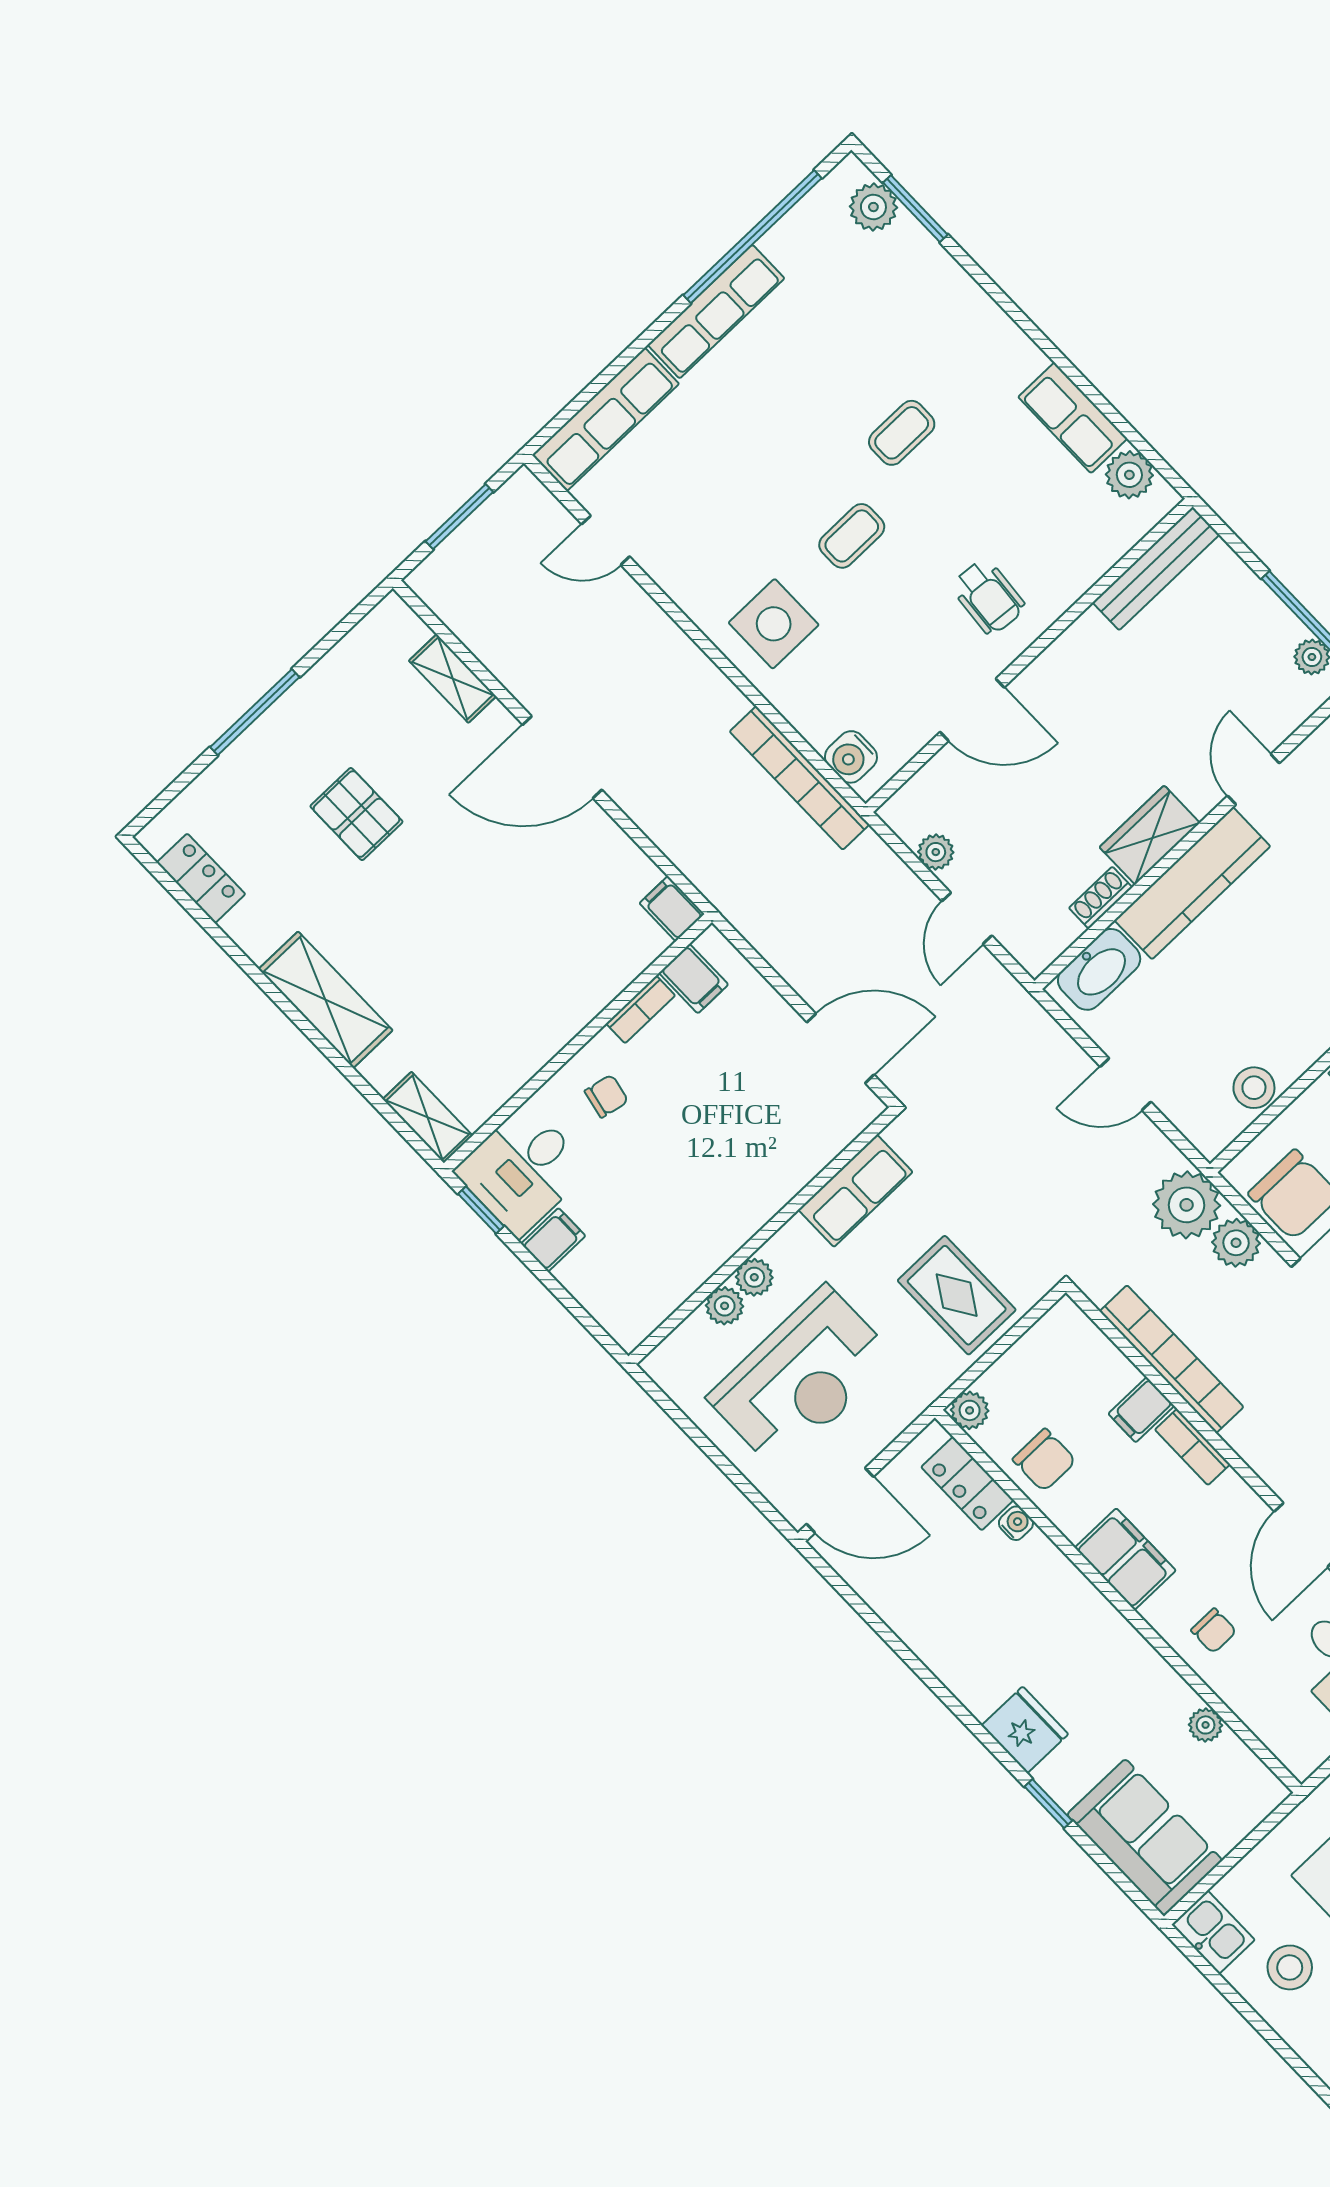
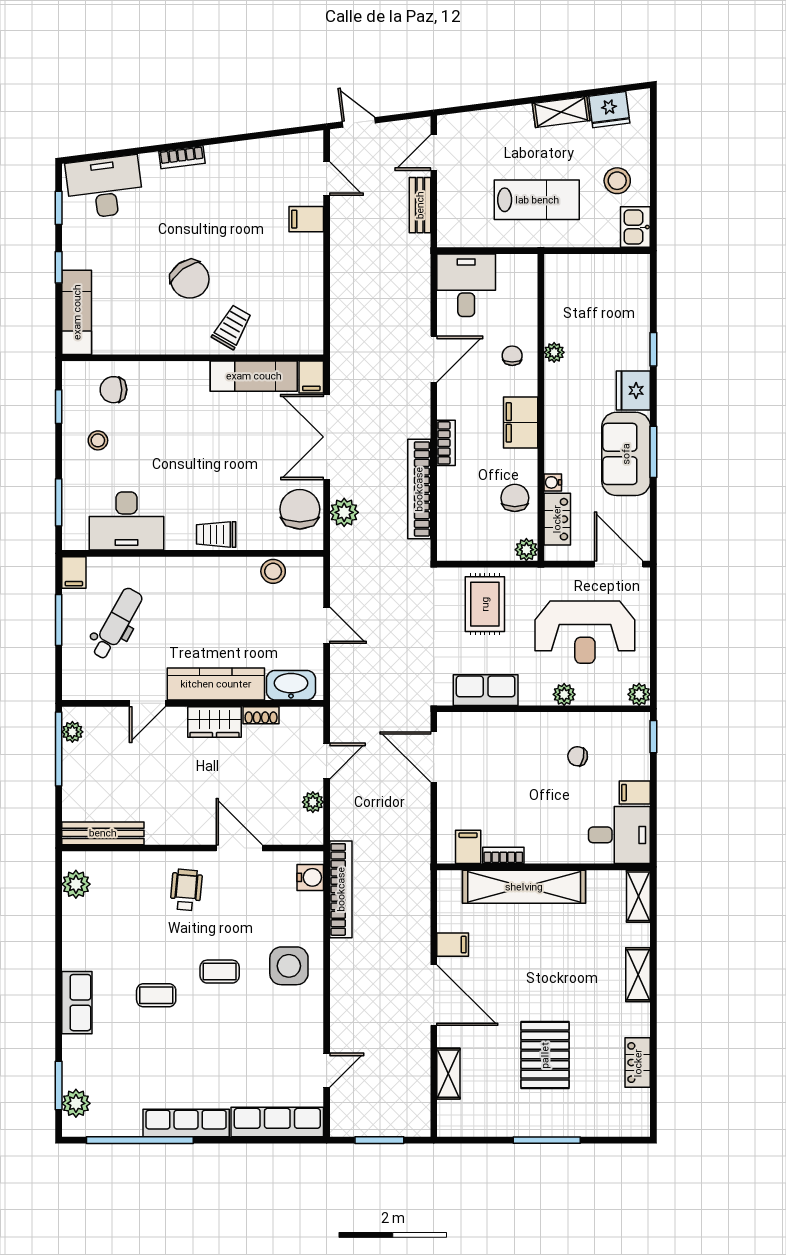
row of seats: (1073, 418) -> (77, 1003), moved
door: (606, 540) -> (327, 1070), hinge flipped
pallet: (356, 814) -> (545, 1055), width x1.50, depth x1.42
locker: (201, 878) -> (638, 1063), moved
filing cabinet: (672, 909) -> (453, 945), moved, turned -90
shelving: (579, 995) -> (524, 887), added
shelving: (326, 1000) -> (638, 975), width x0.67, depth x0.75
chair: (606, 1096) -> (578, 756), moved
plant: (1187, 1205) -> (350, 549), removed
window: (481, 1210) -> (653, 737), moved
plant: (725, 1306) -> (639, 694), moved
reception desk: (802, 1378) -> (585, 632), turned 180
filing cabinet: (1141, 1410) -> (453, 480), removed
window: (928, 1678) -> (653, 452), added
plant: (1206, 1725) -> (554, 352), moved
sofa: (1145, 1837) -> (626, 454), moved

